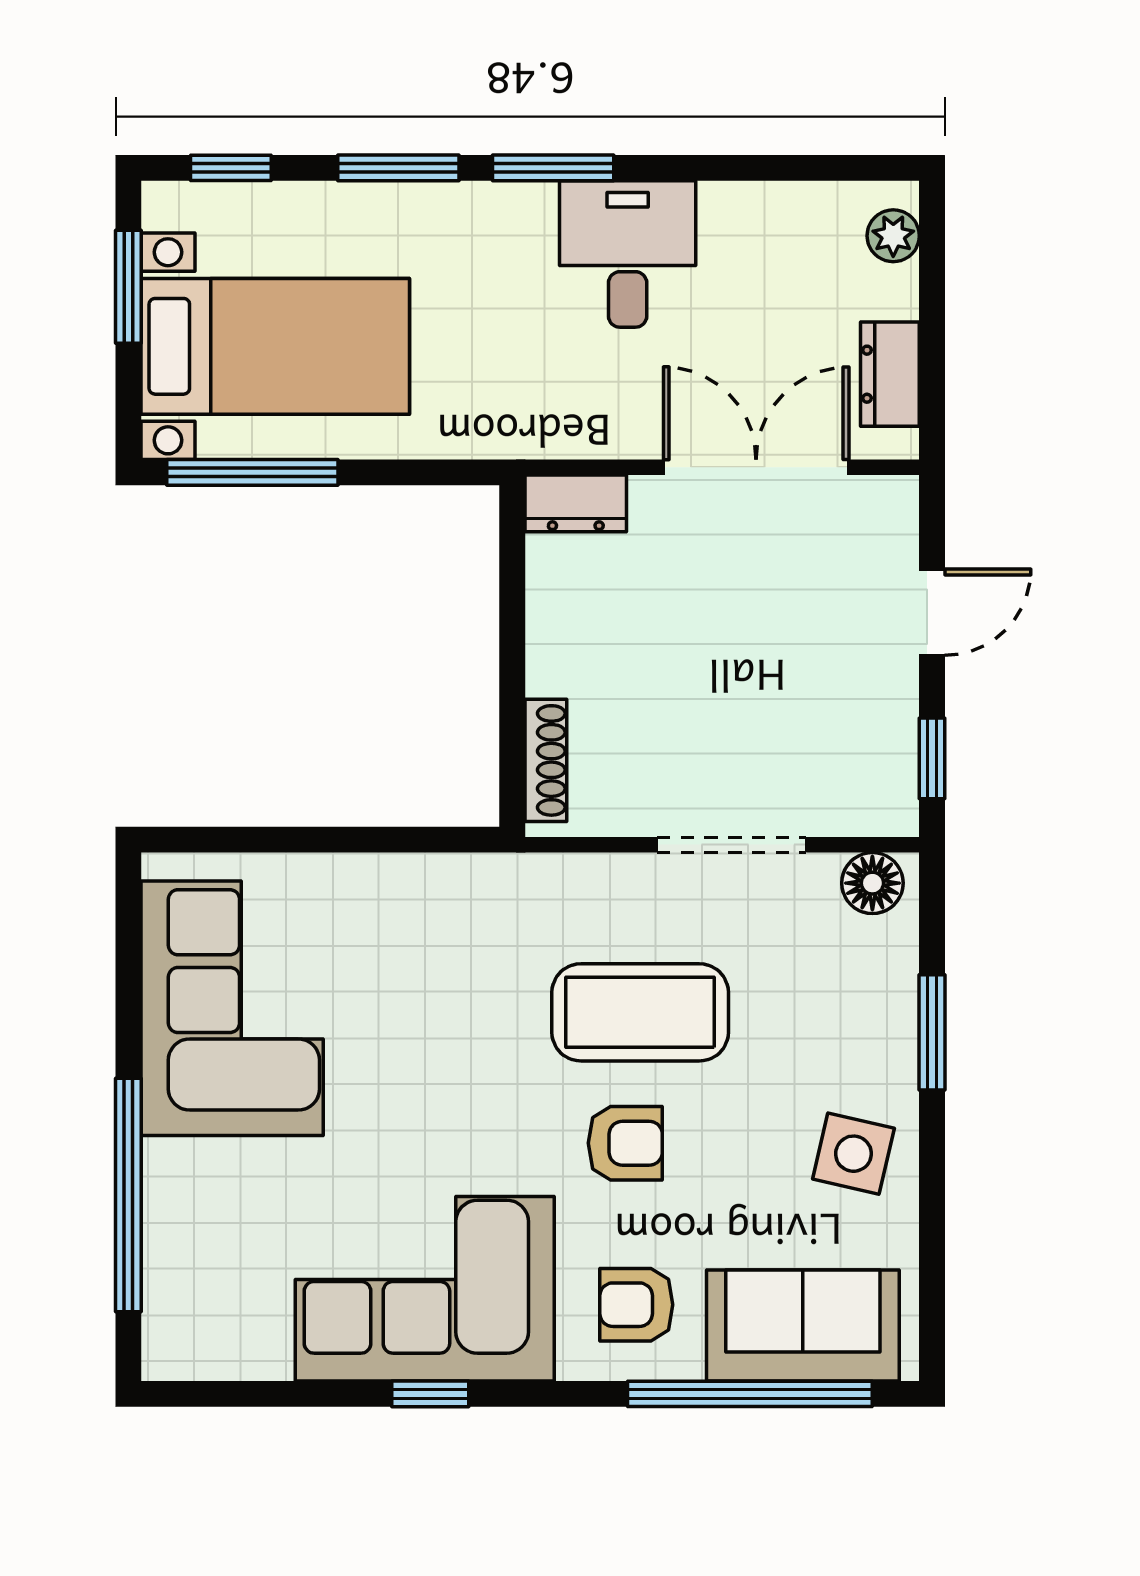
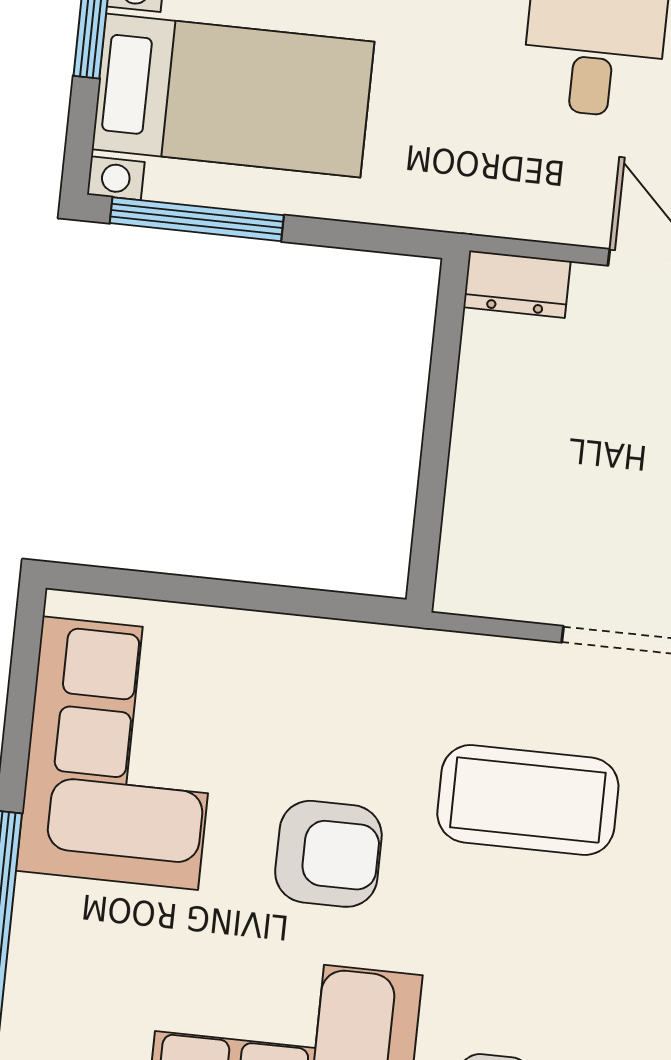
shoe rack: (546, 760) -> (460, 538), removed
armchair: (625, 1143) -> (328, 854), moved, width x1.38, depth x1.38

